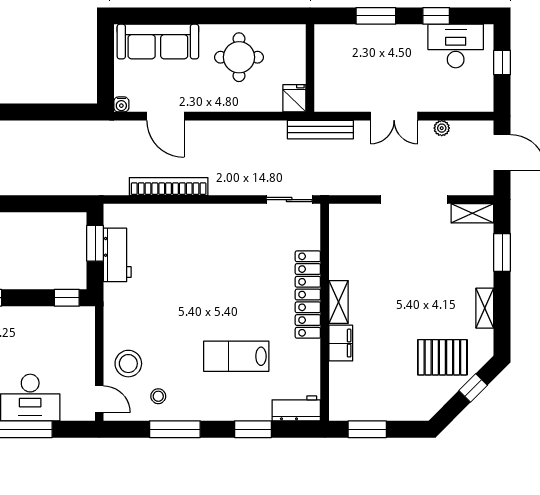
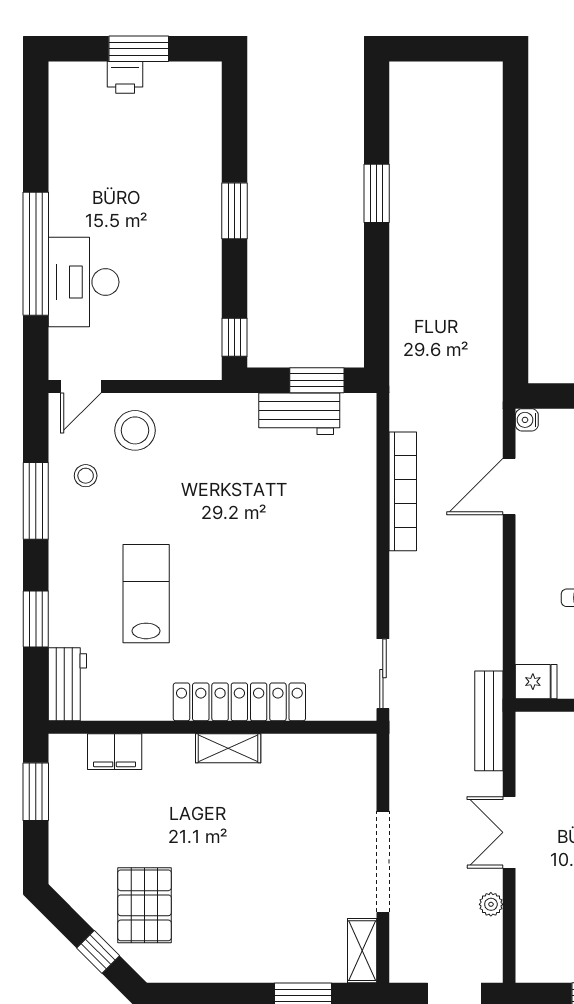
shelving: (485, 308) -> (219, 969), removed
filing cabinet: (341, 343) -> (115, 752), moved

